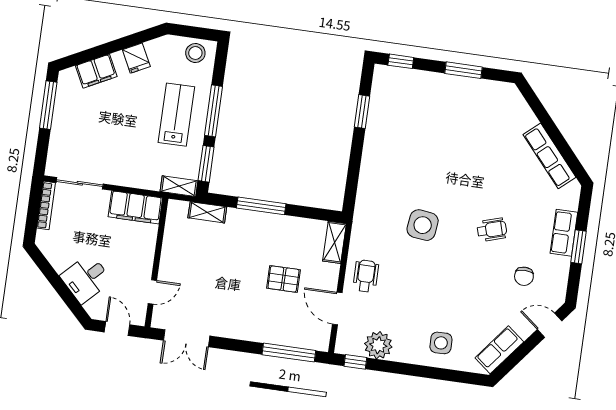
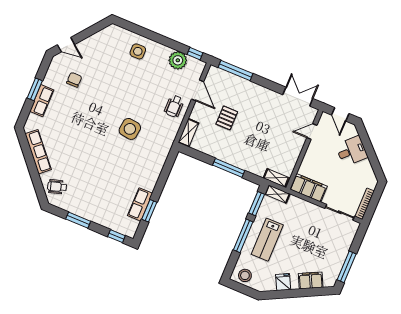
shelving: (207, 212) -> (276, 178), moved
wheelchair: (492, 230) -> (57, 187), moved
pallet: (283, 279) -> (227, 118), turned 90
row of seats: (499, 350) -> (140, 204), moved, turned 142

